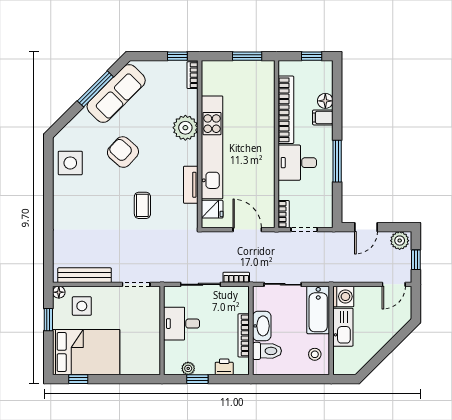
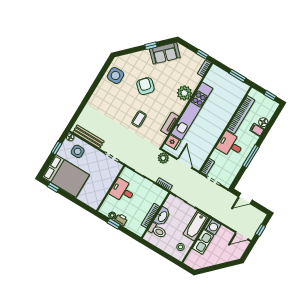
window: (95, 89) -> (151, 46), width x0.46
sofa: (116, 93) -> (165, 53), width x0.73
plant: (400, 241) -> (163, 158), moved
printer: (224, 367) -> (121, 220), moved

